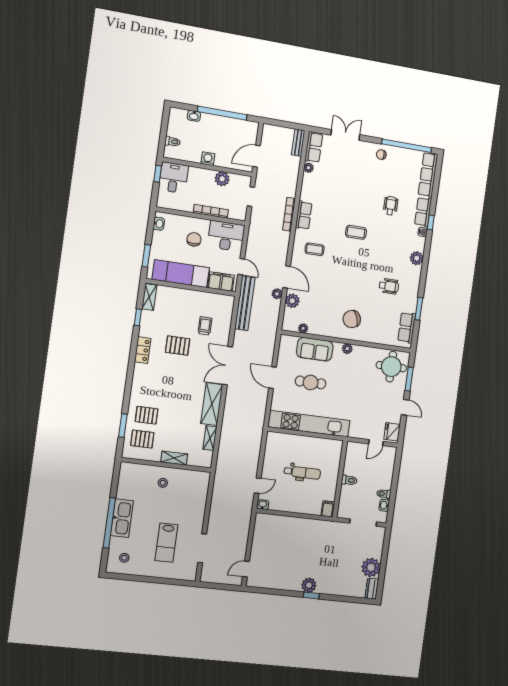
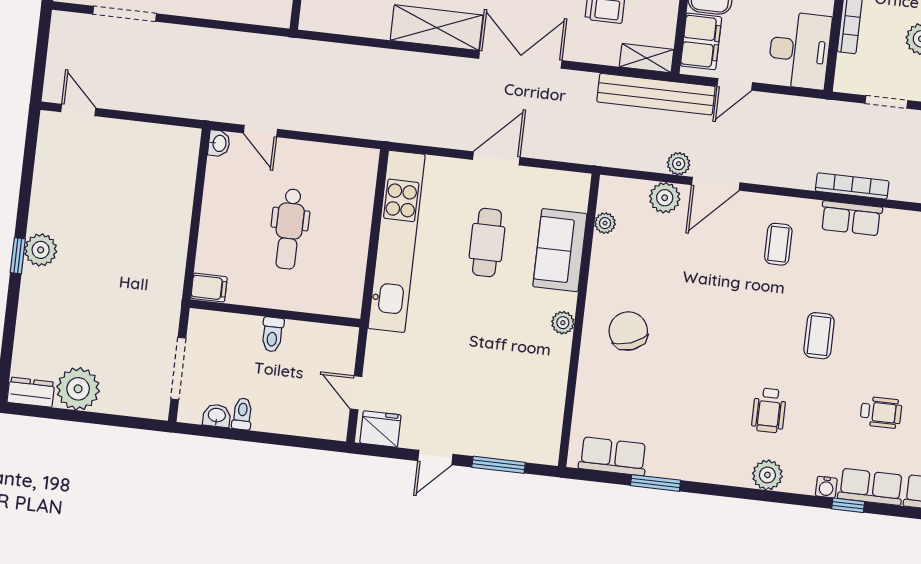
wheelchair: (389, 286) -> (769, 410), moved
round table: (391, 367) -> (525, 423), removed
shelving: (210, 438) -> (646, 58), moved

